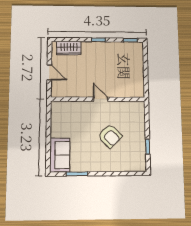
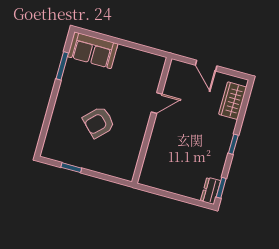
dresser: (135, 47) -> (211, 191), added
door: (49, 72) -> (206, 66), hinge flipped
door: (101, 99) -> (157, 103), moved

